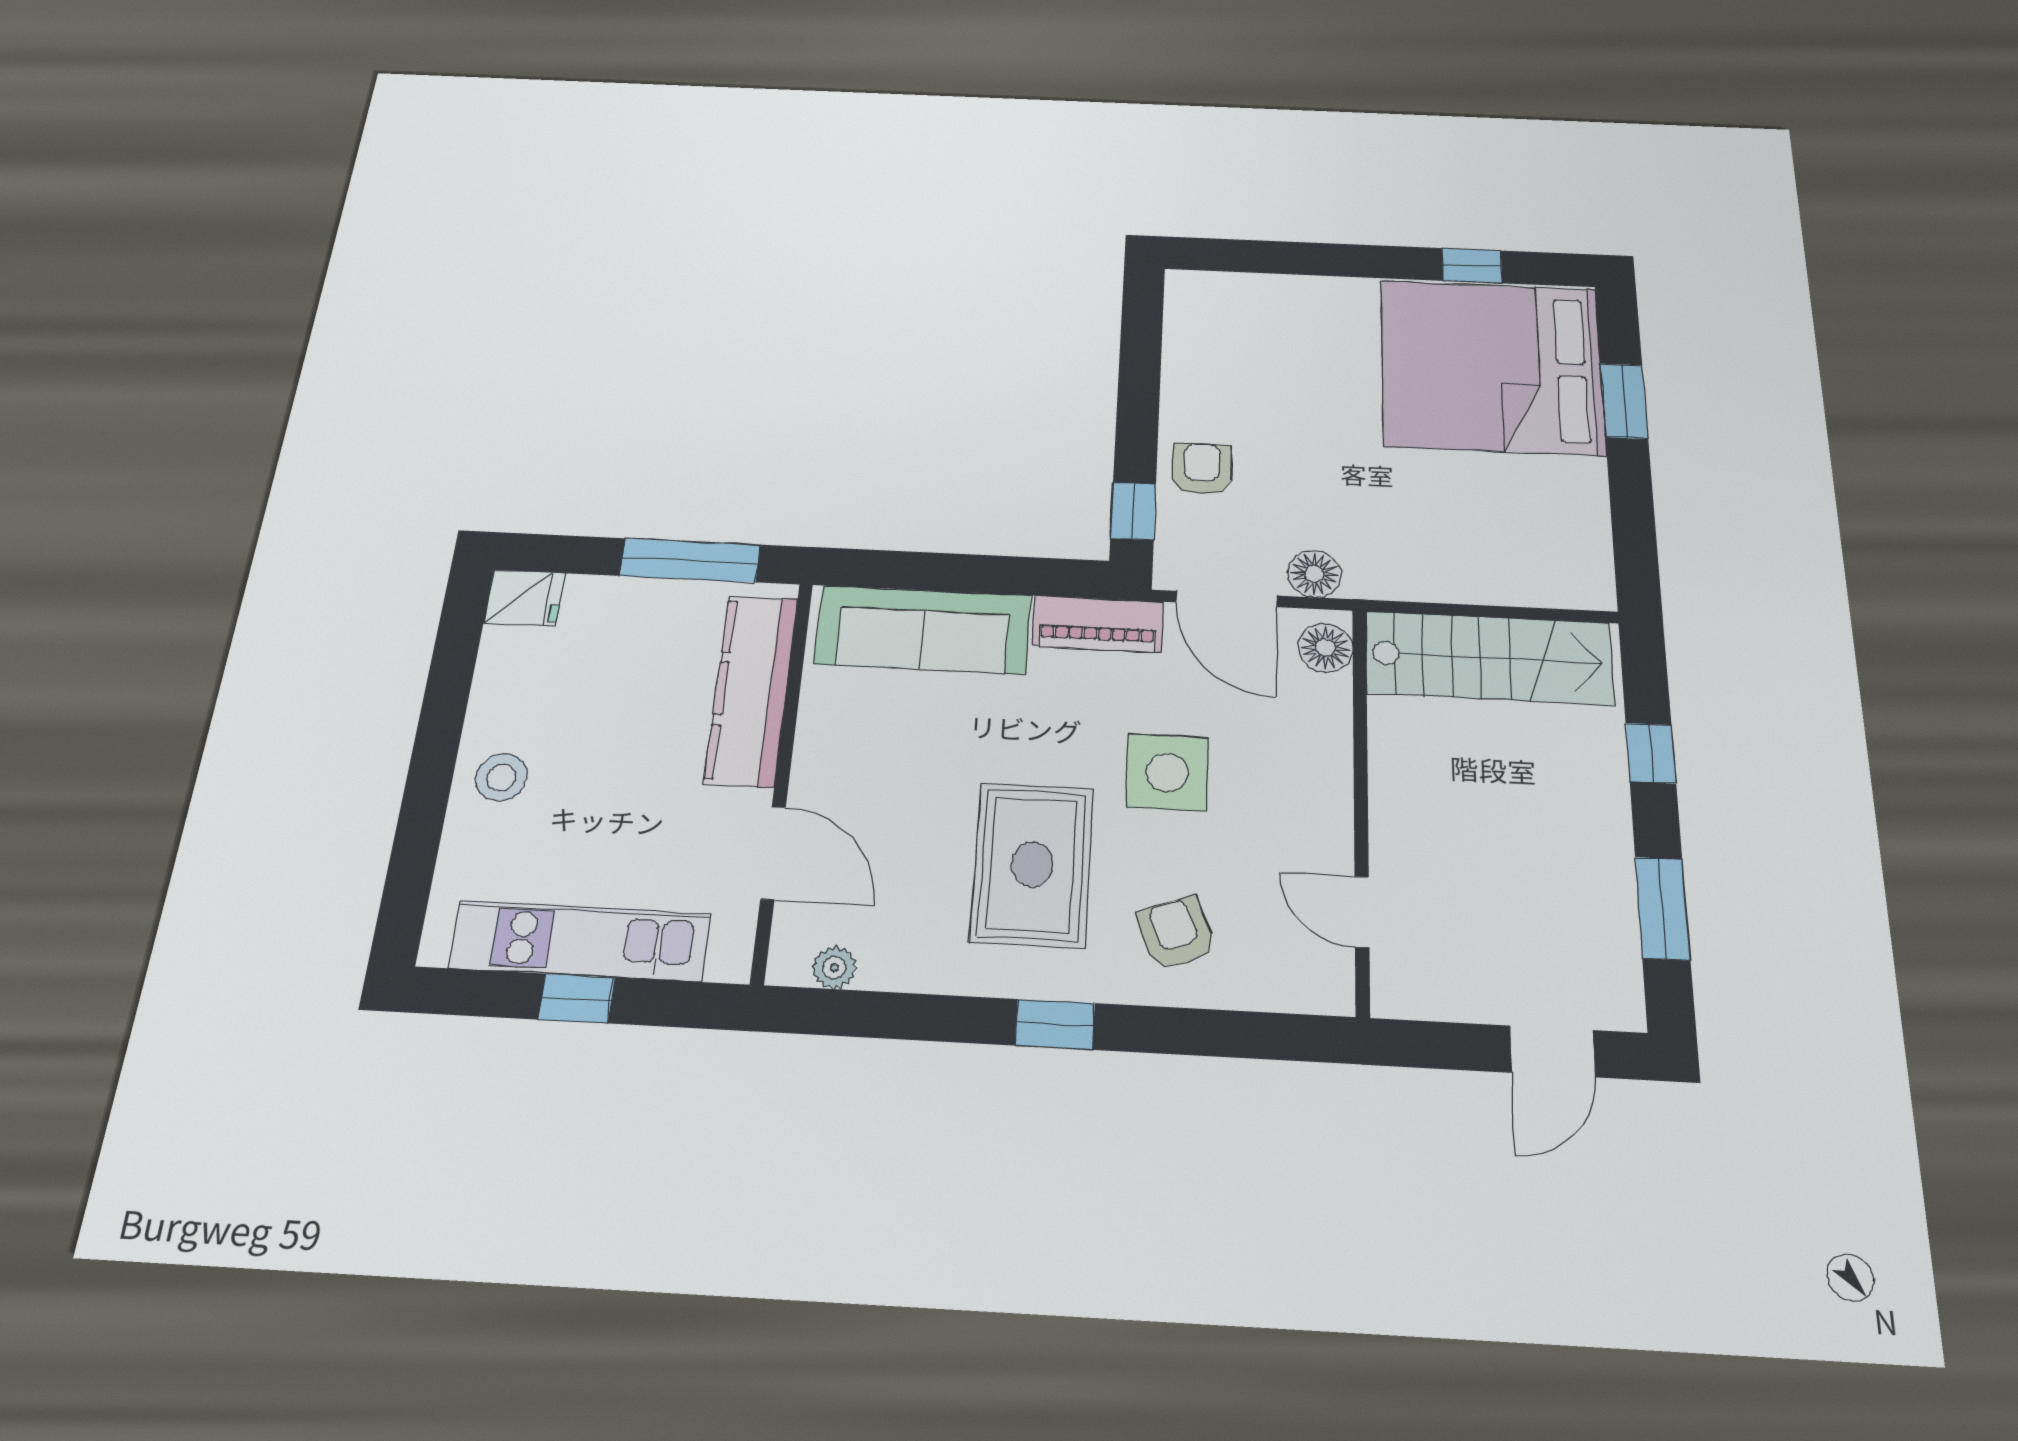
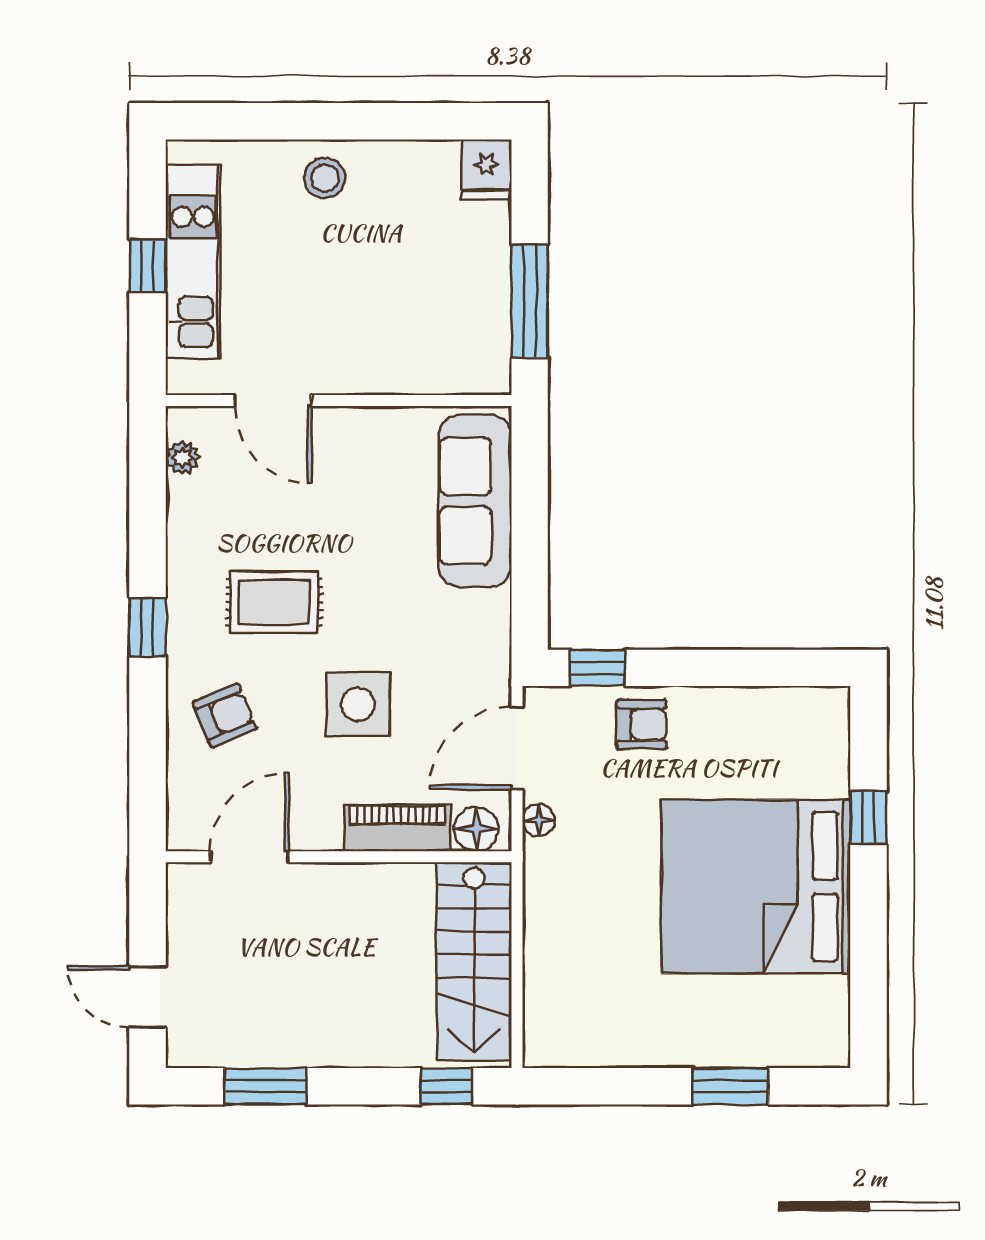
window: (1472, 266) -> (868, 817), moved
bed: (1492, 367) -> (756, 887), moved, turned -90
floor lamp: (1314, 574) -> (539, 820), width x0.73, depth x0.73
piano: (1098, 624) -> (397, 828), moved, turned 90
kitchen counter: (751, 690) -> (413, 367), removed
window: (1651, 753) -> (447, 1086), moved
door: (773, 853) -> (273, 400), hinge flipped
rug: (1032, 864) -> (274, 602), width x0.73, depth x0.70
door: (1362, 912) -> (250, 857), width x1.38

